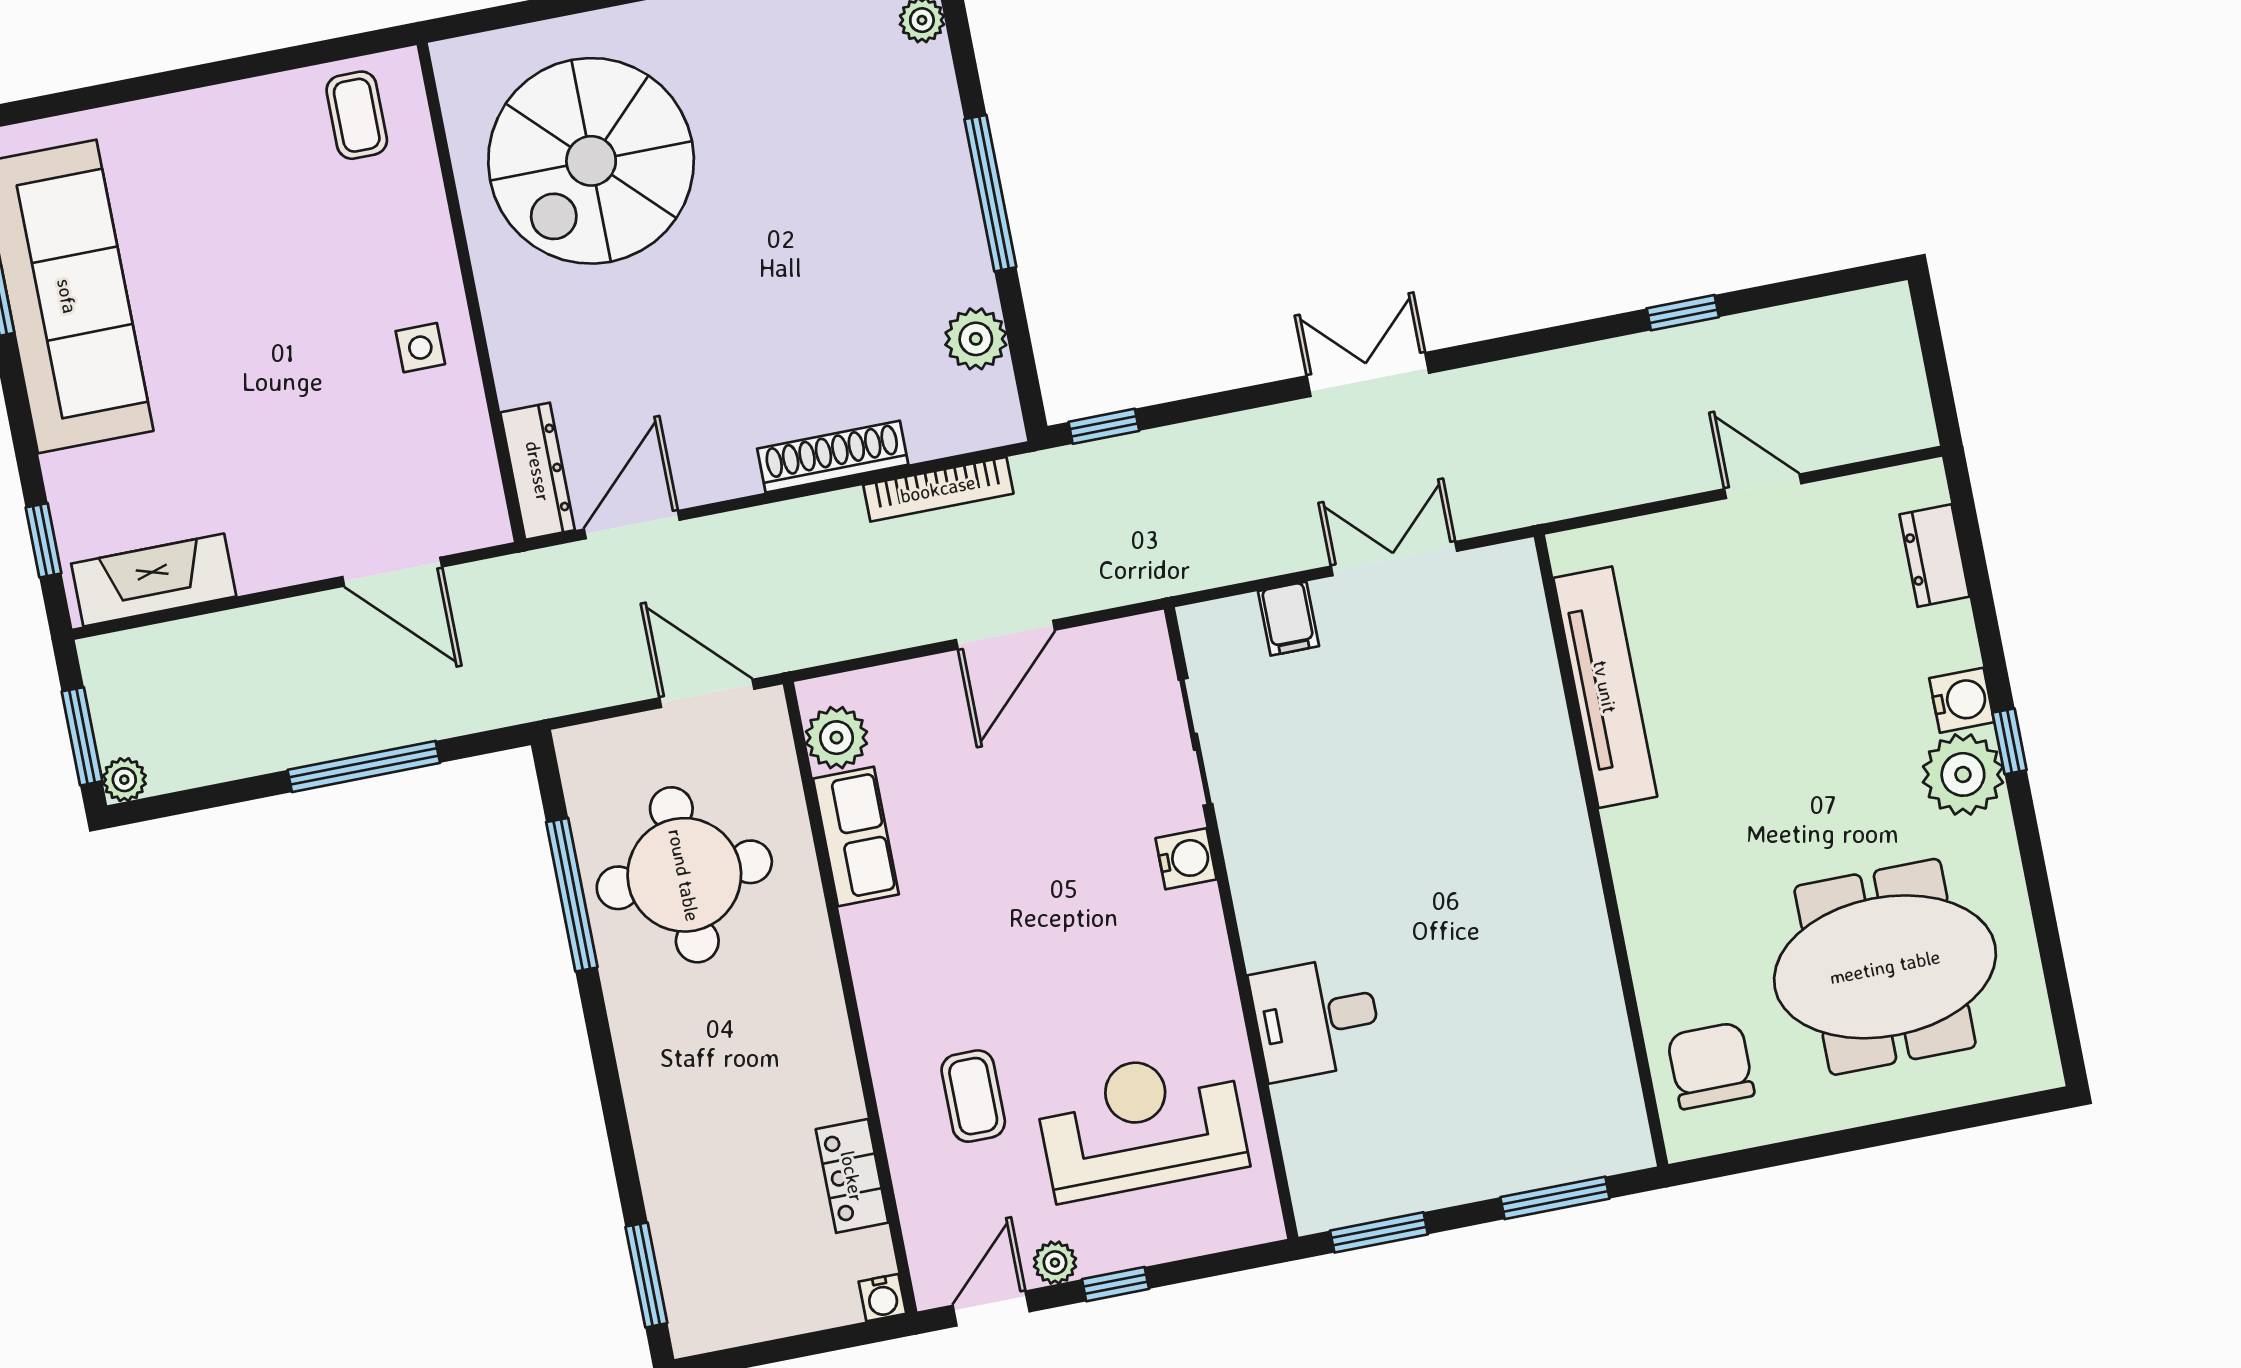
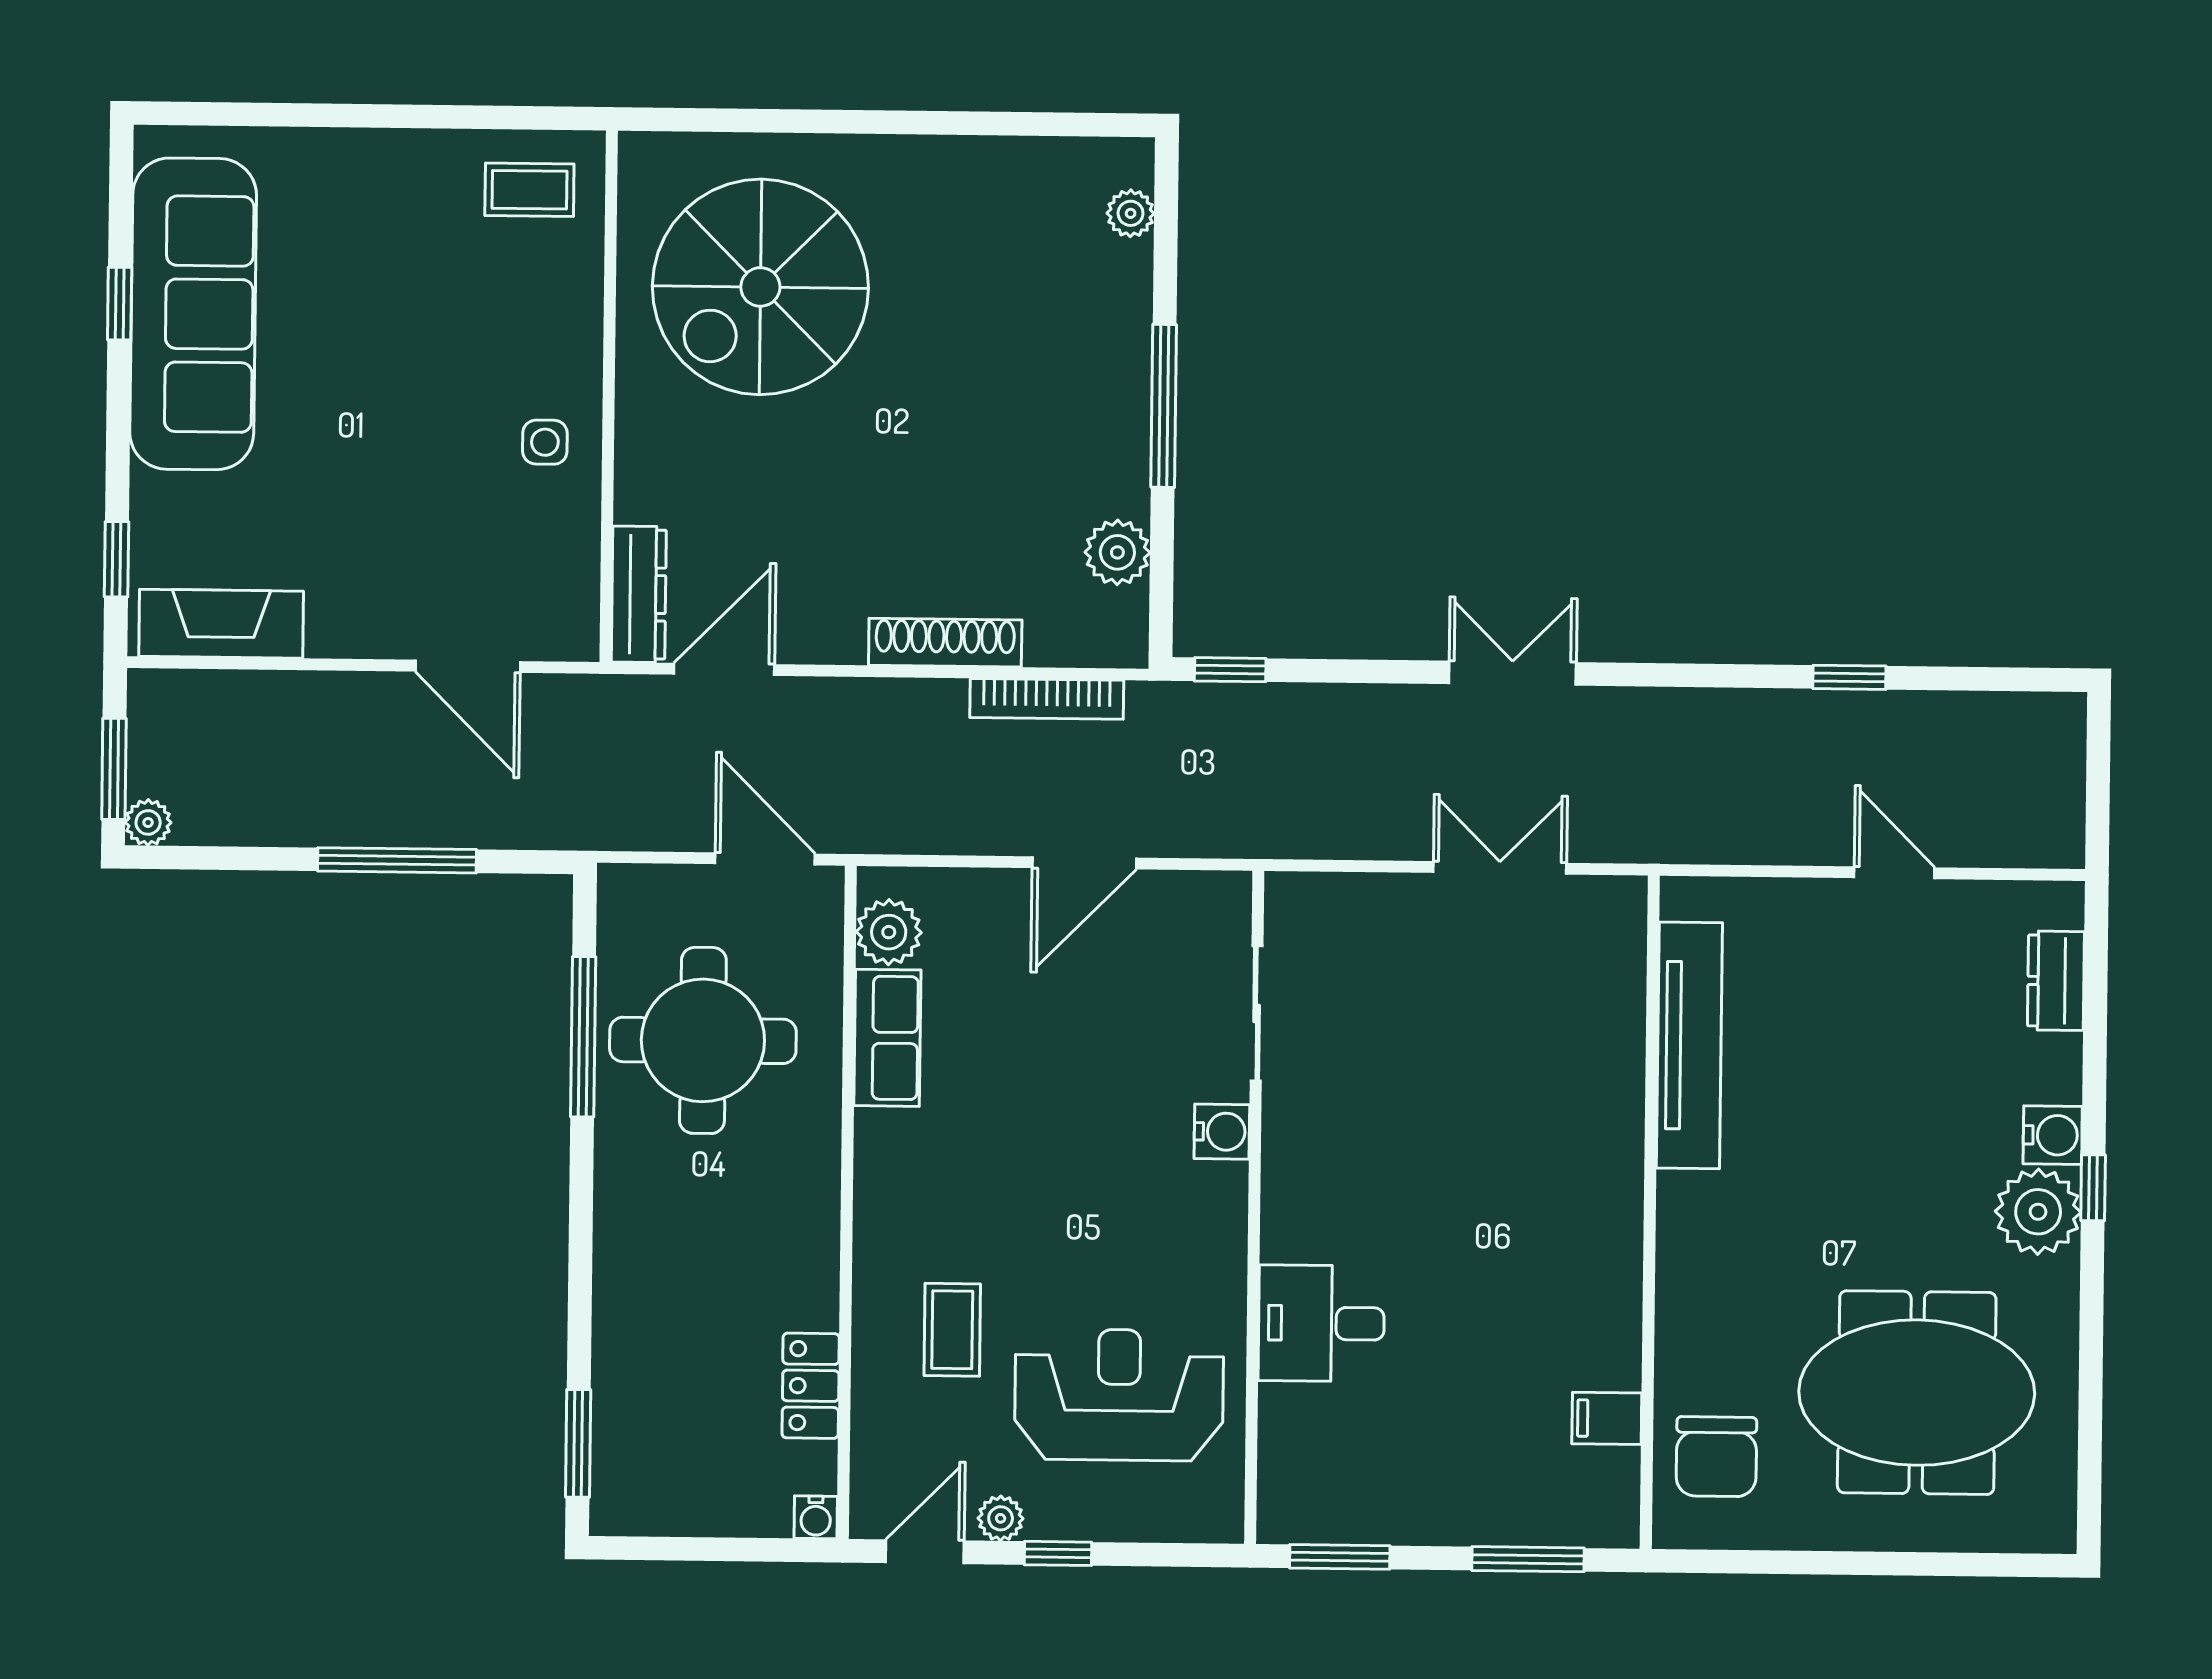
coffee table: (357, 115) -> (529, 190), turned 90
filing cabinet: (1288, 619) -> (1607, 1418), moved, turned 90
chair: (1711, 1066) -> (1716, 1457), turned 180

